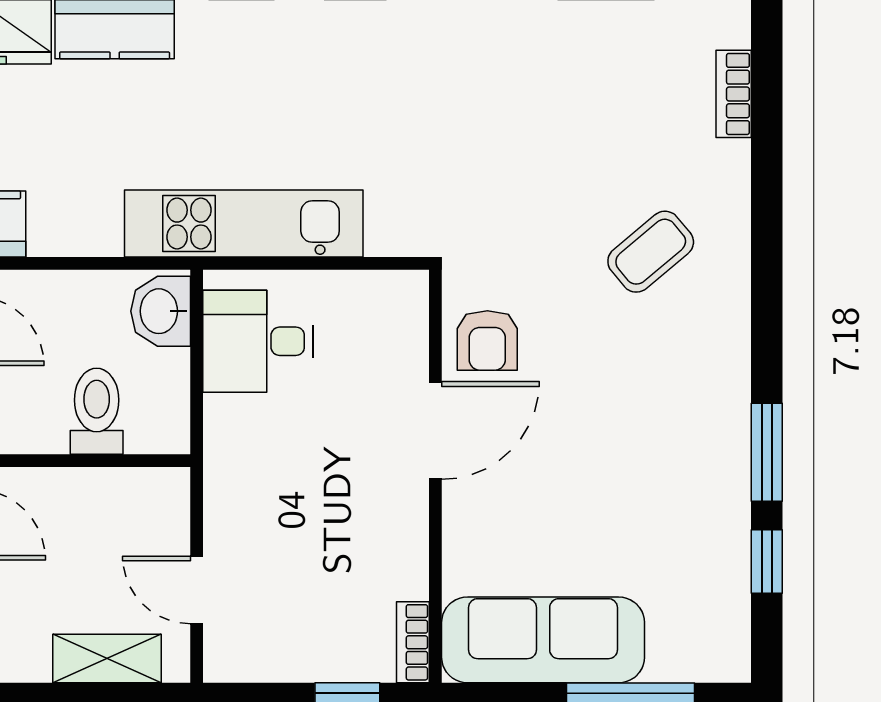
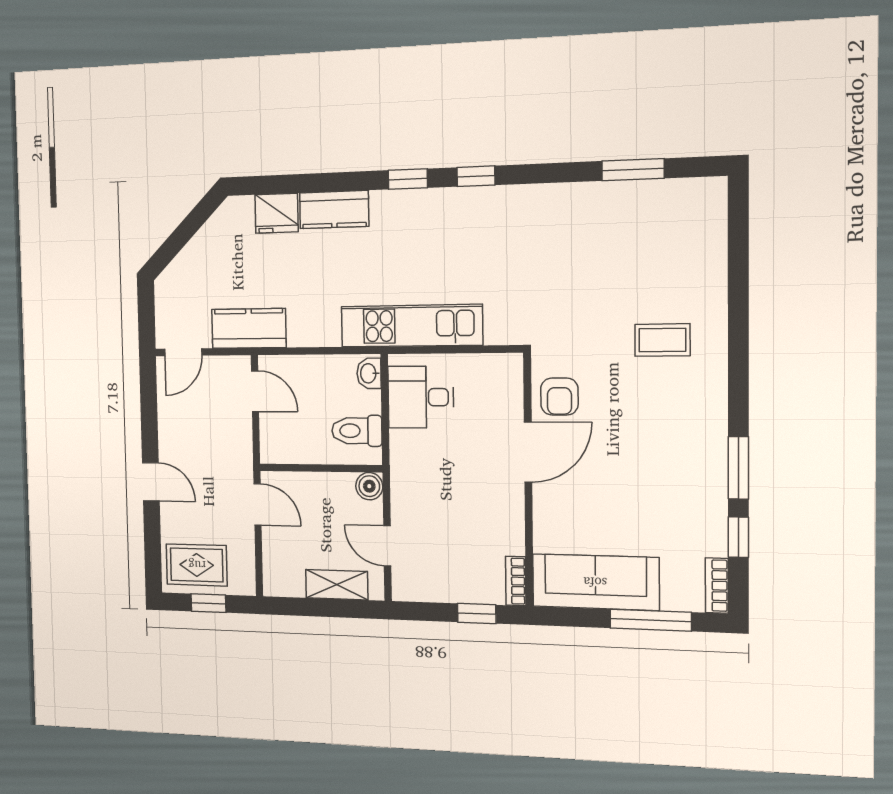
bookcase: (734, 94) -> (717, 586), moved
coffee table: (651, 252) -> (662, 340), turned 40
washbasin: (161, 311) -> (369, 373), width x0.72, depth x0.69
toilet: (97, 411) -> (357, 431), moved, turned -90
boiler: (167, 490) -> (369, 486), added

